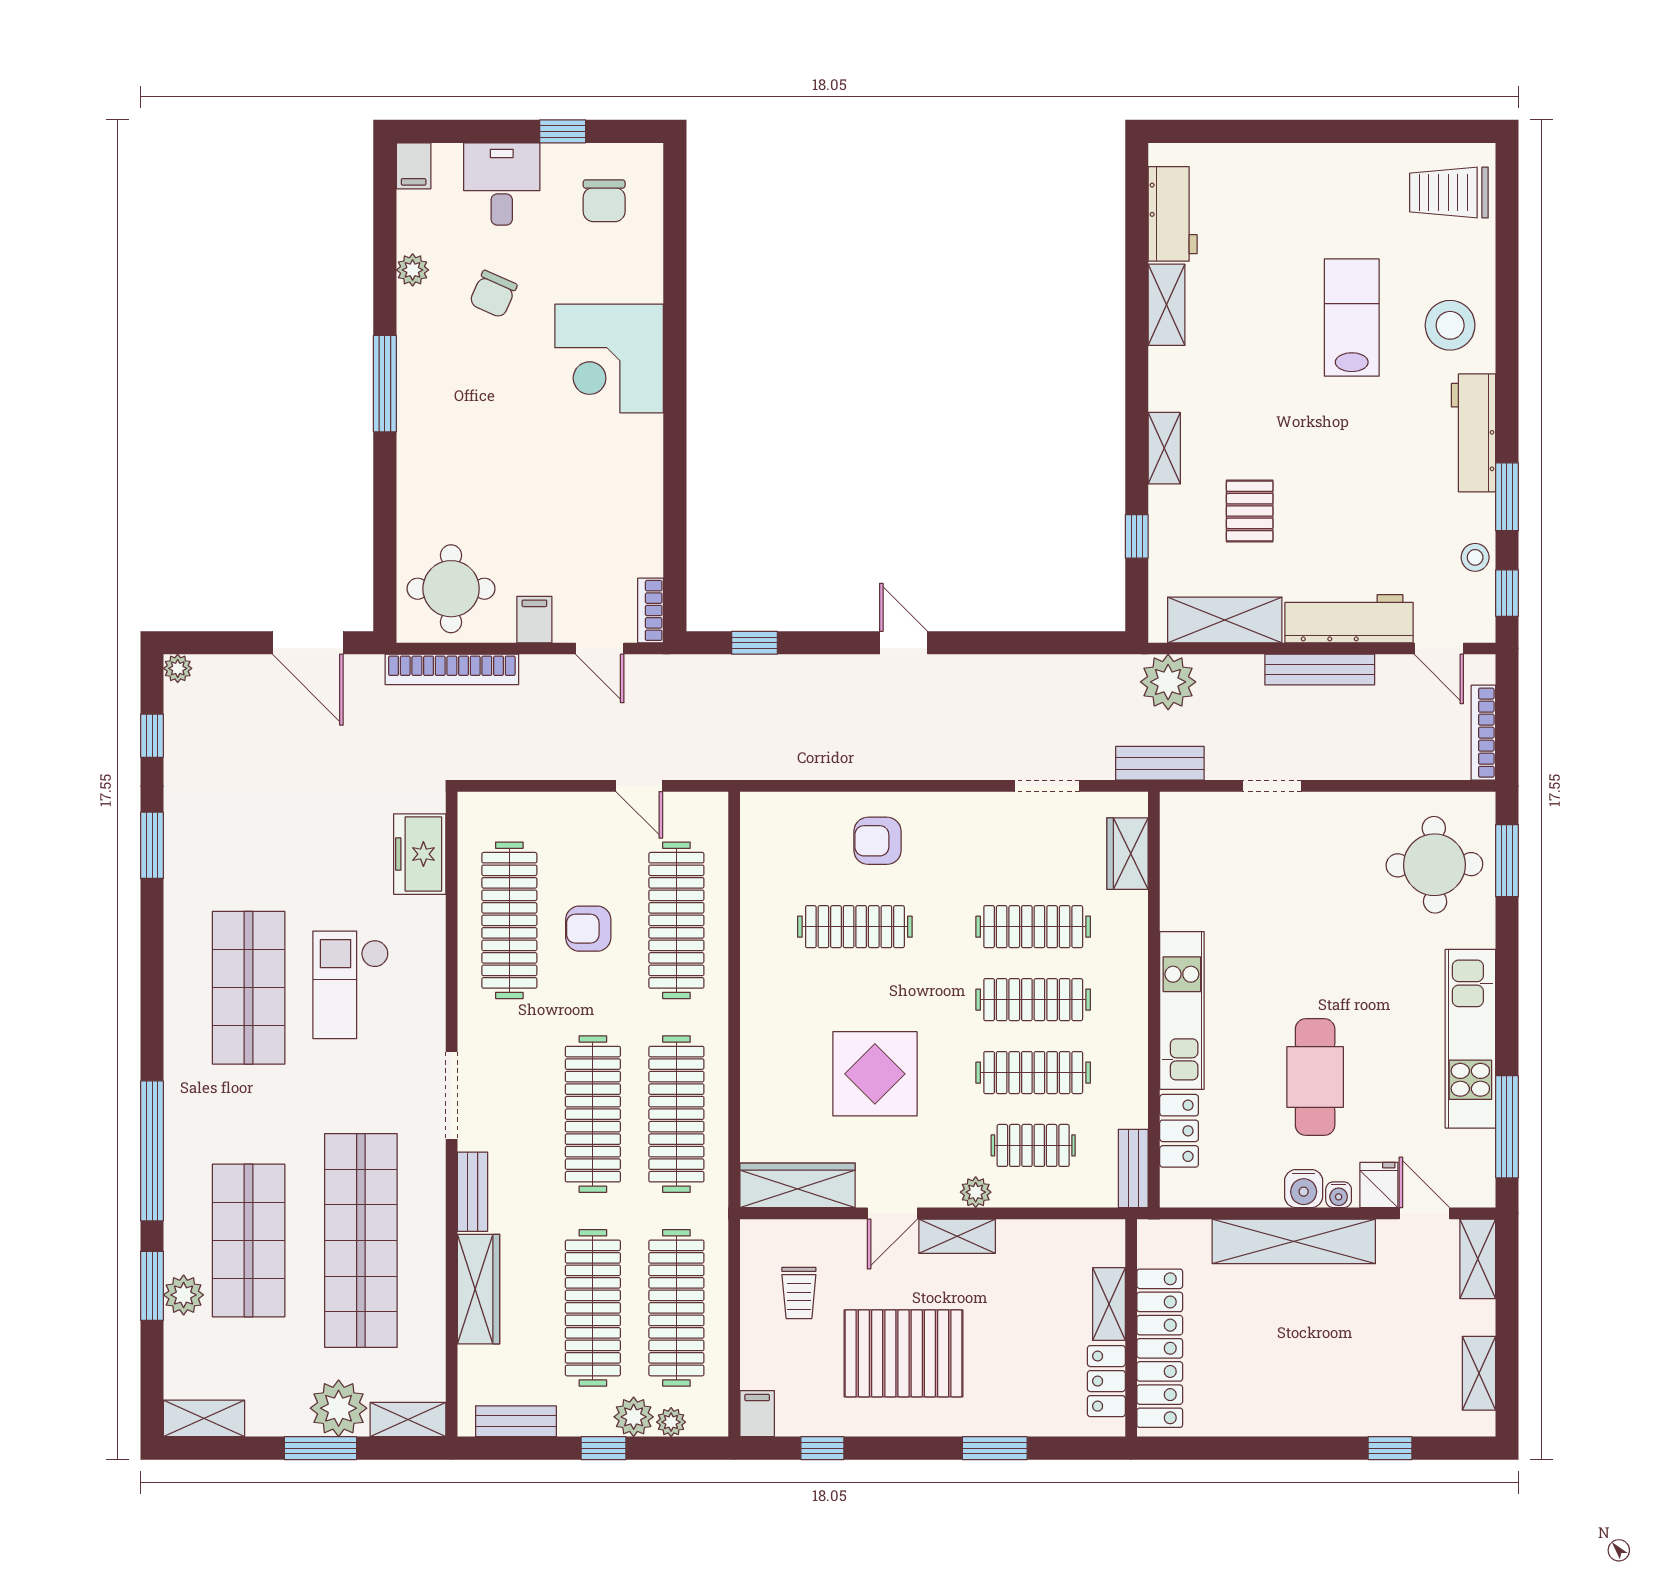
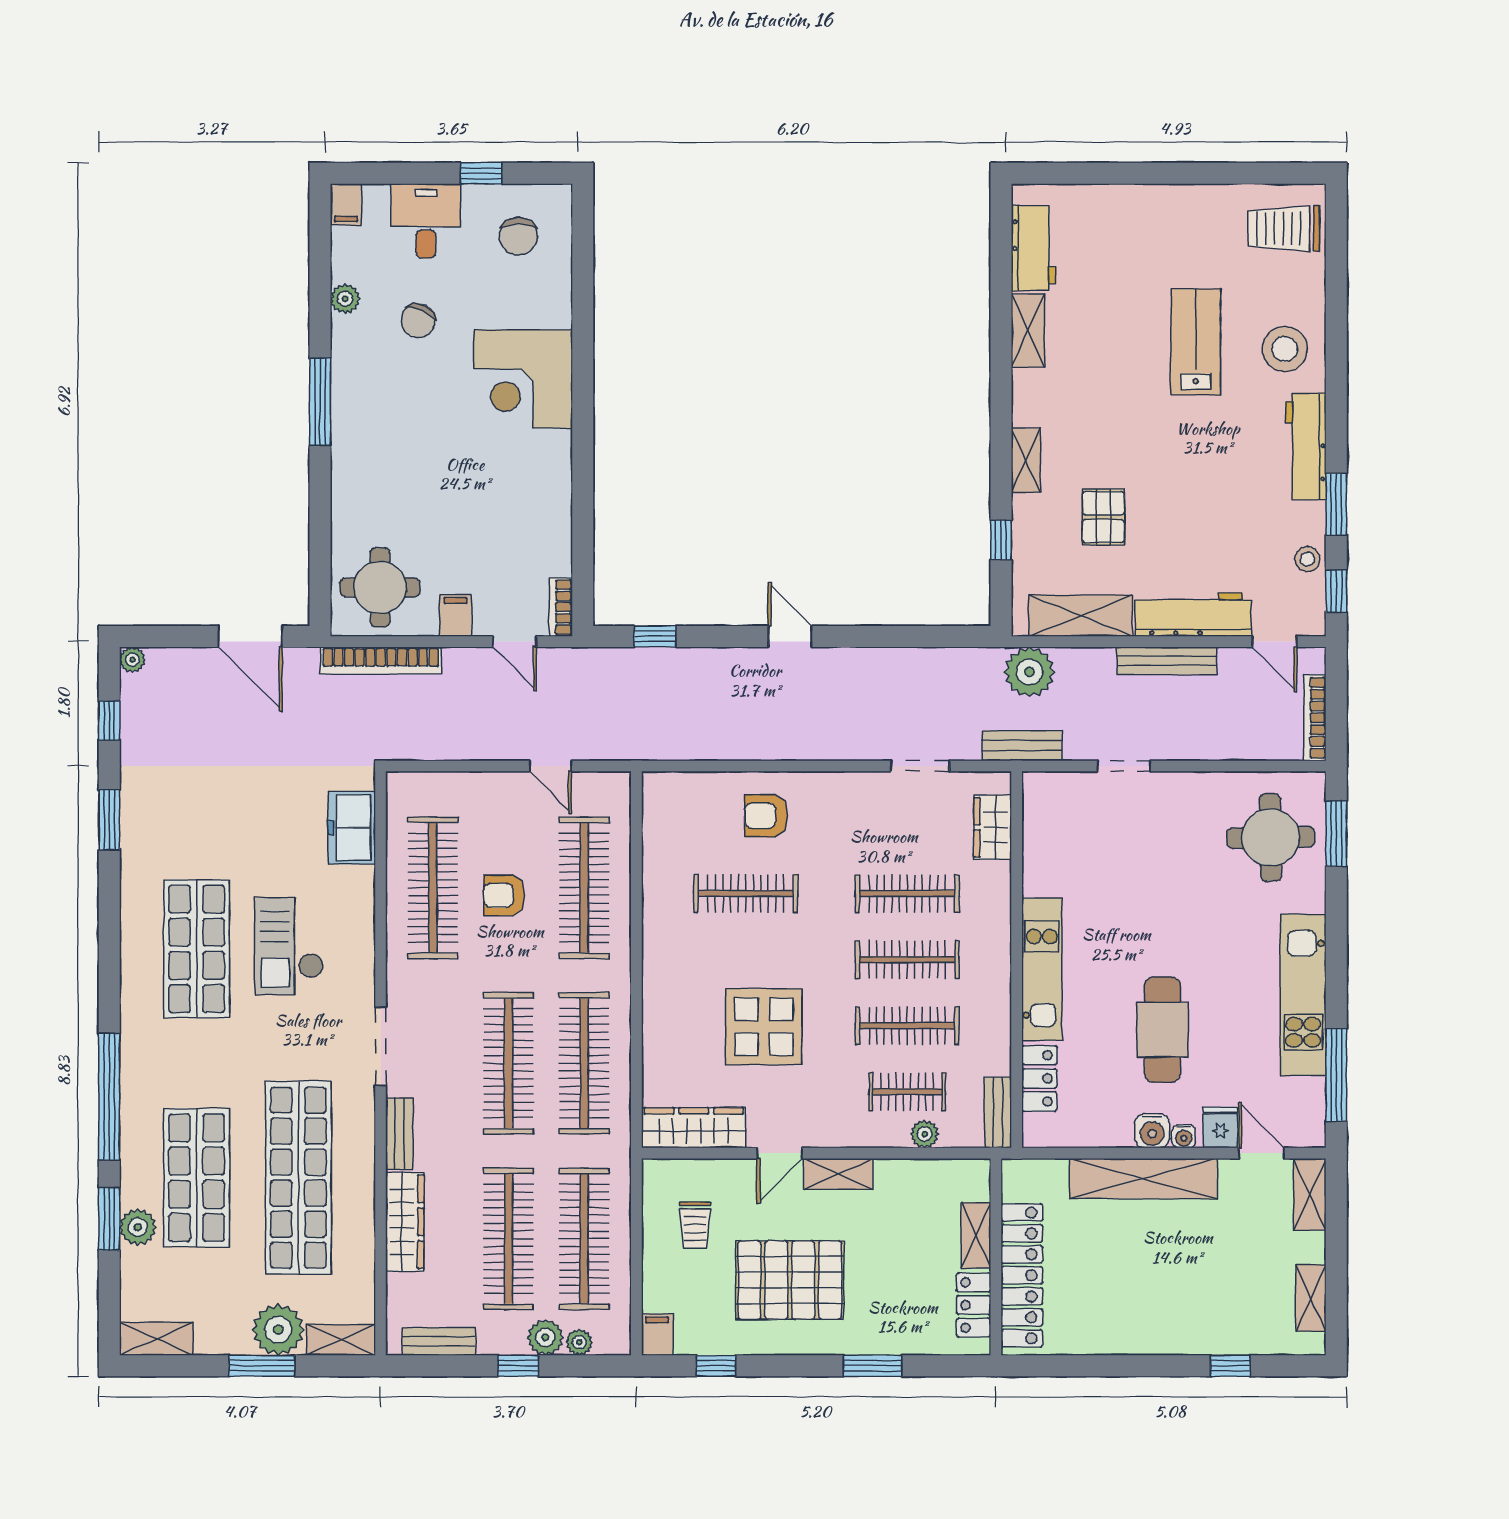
plant: (976, 1192) -> (925, 1134), moved

